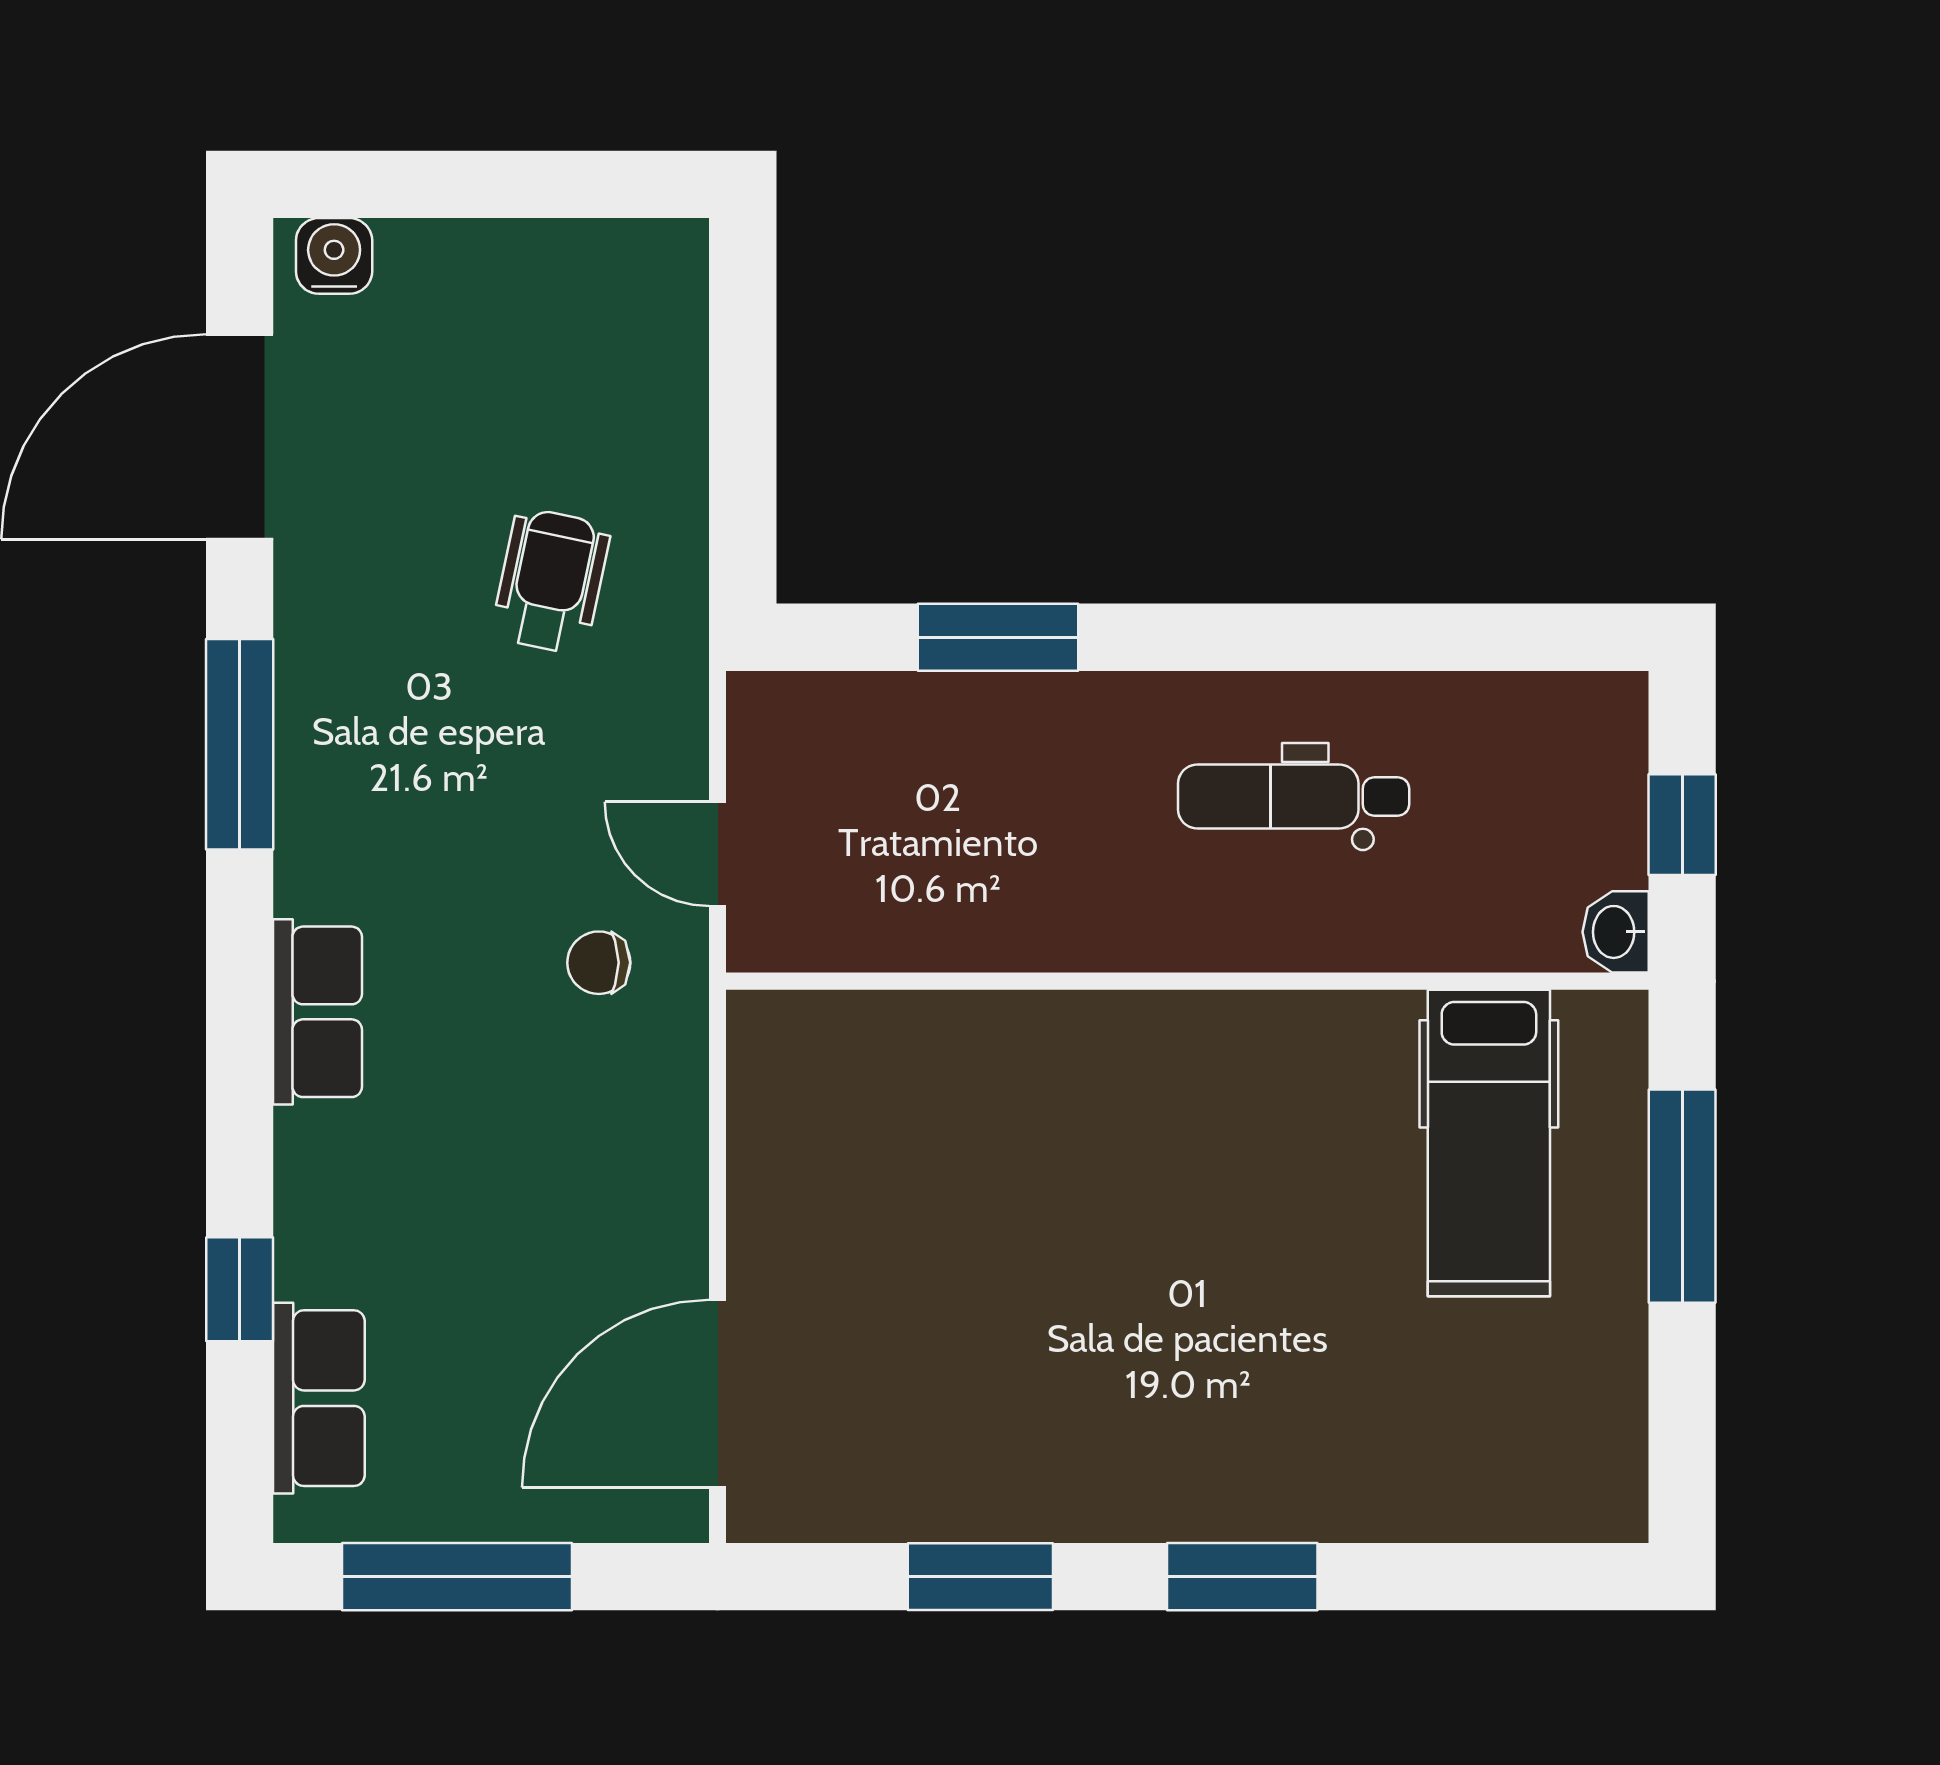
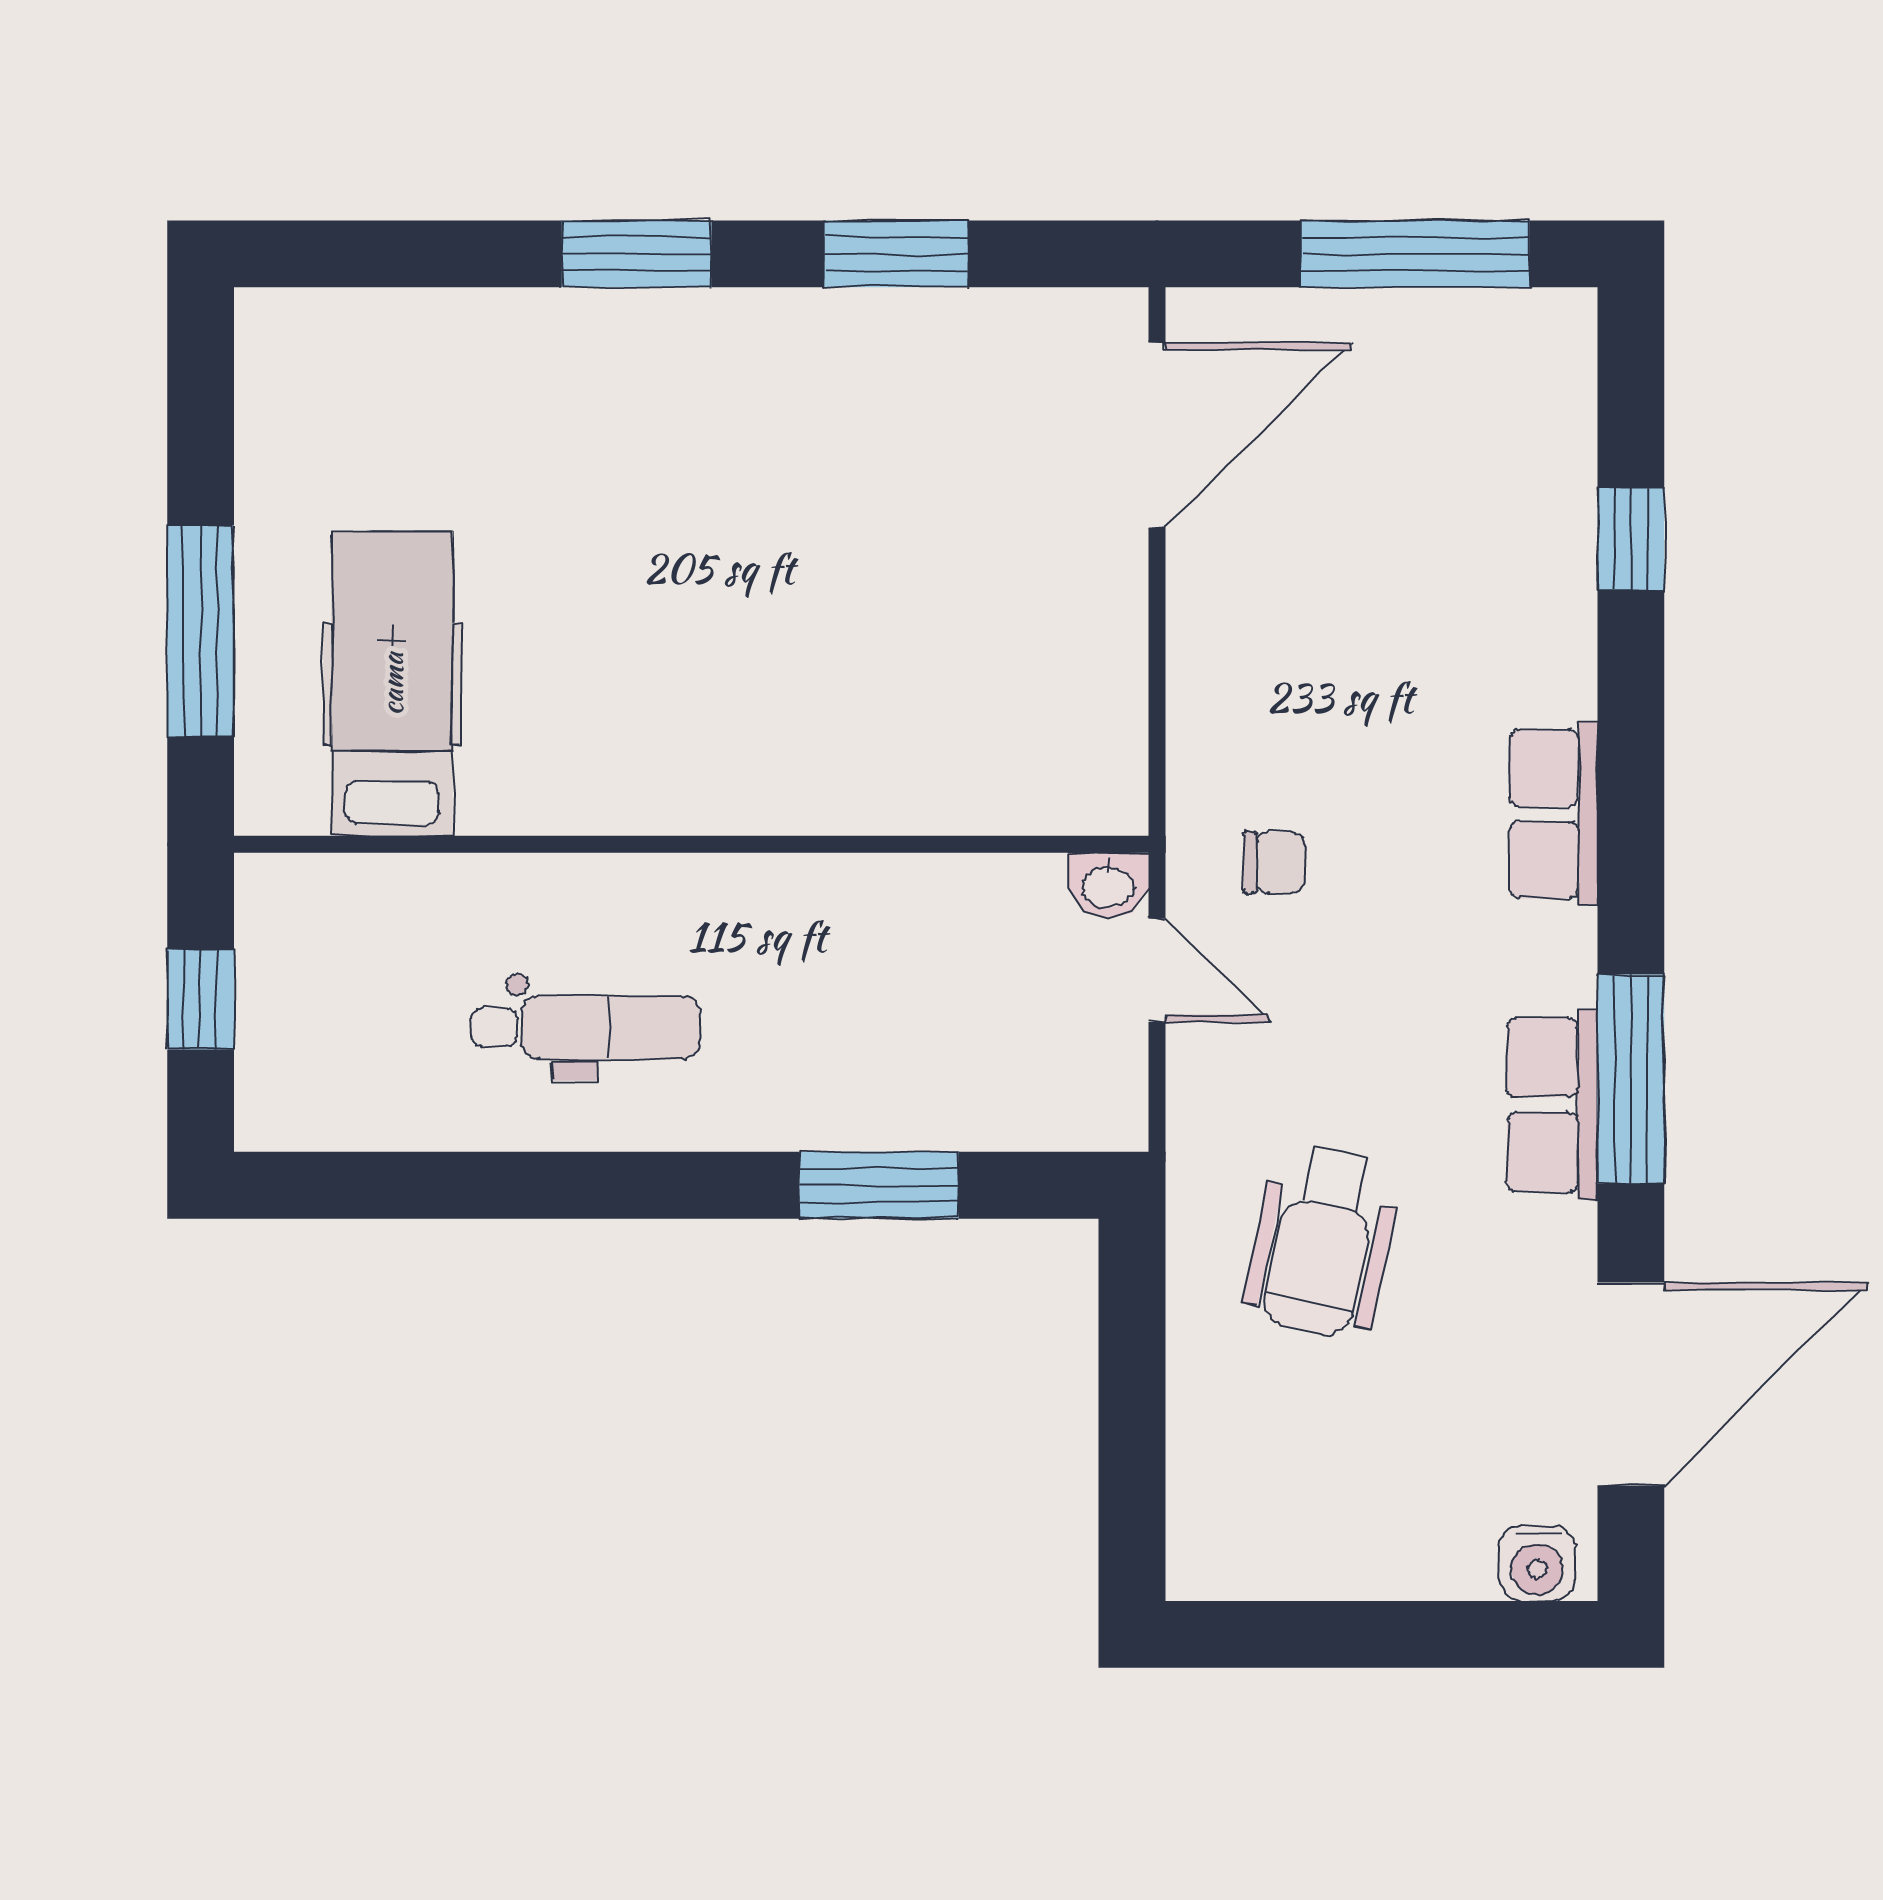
wheelchair: (551, 581) -> (1322, 1241), width x1.36, depth x1.37
washbasin: (1616, 932) -> (1108, 885), moved, turned 90
row of seats: (319, 1398) -> (1552, 1105), moved

